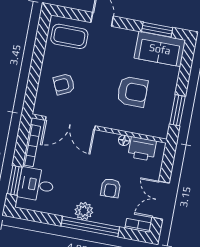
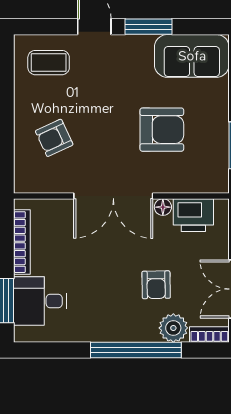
window: (157, 30) -> (149, 27), moved
coffee table: (69, 36) -> (49, 63), width x0.73, depth x0.77
double door: (70, 123) -> (113, 196), moved
plant: (84, 211) -> (173, 328), moved

